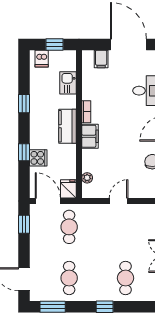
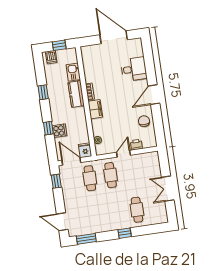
filing cabinet: (101, 59) -> (95, 51), removed
kitchen counter: (68, 126) -> (76, 94), moved
printer: (138, 192) -> (136, 145), added
cafe table: (69, 278) -> (111, 175), moved

